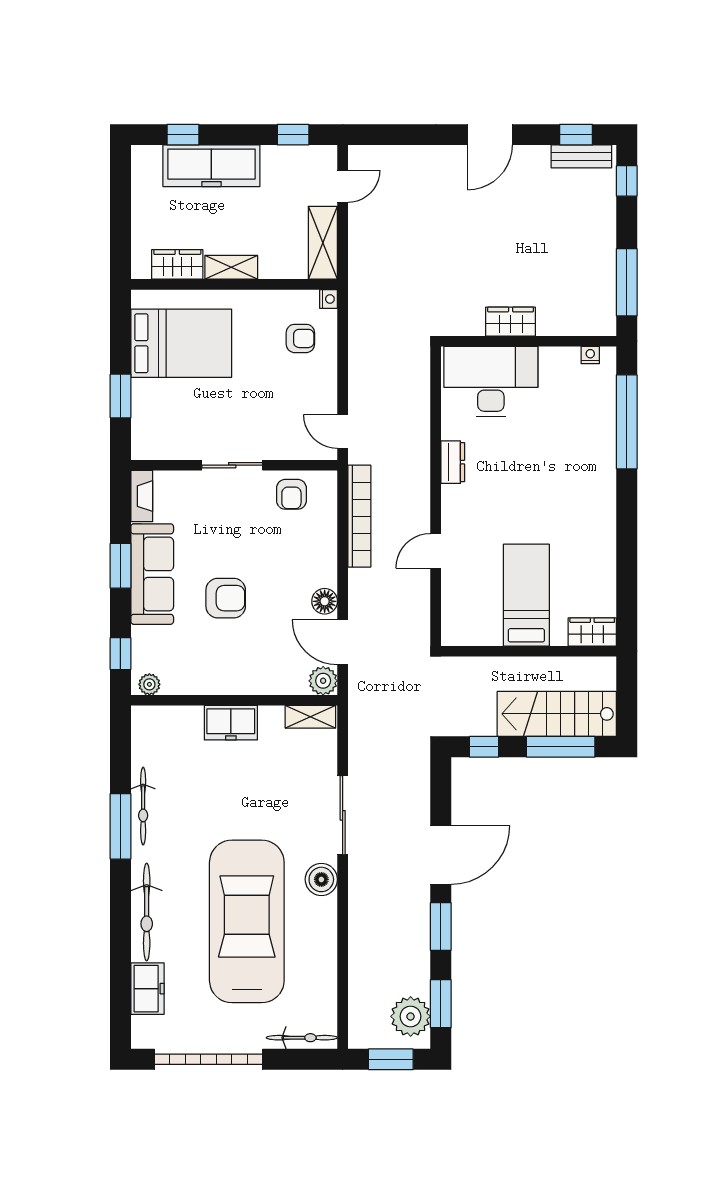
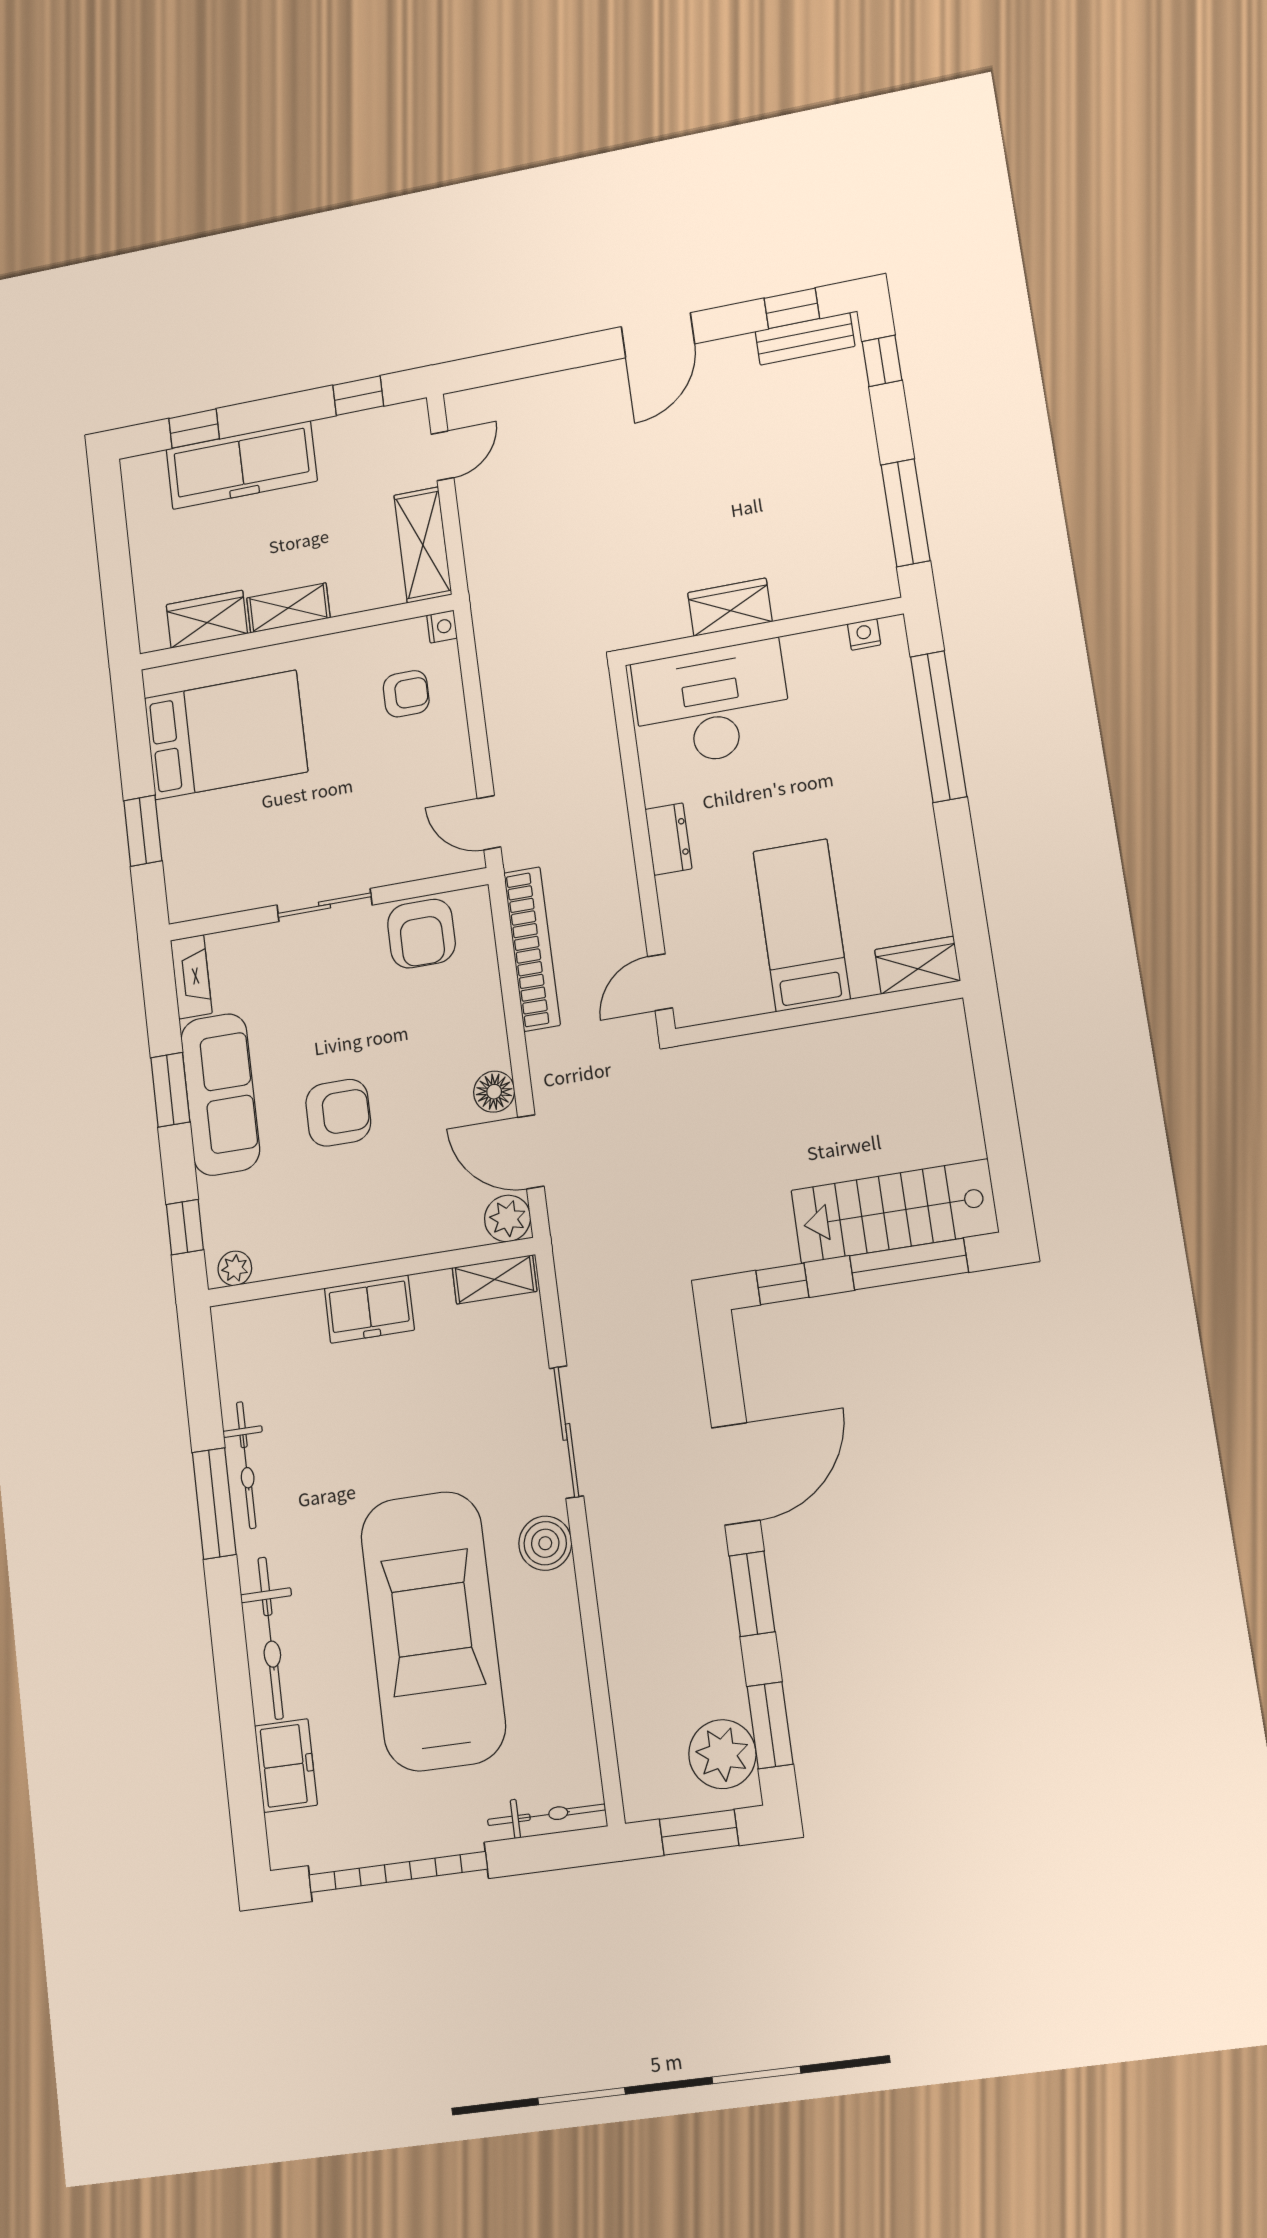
armchair: (291, 494) -> (421, 934), width x1.38, depth x1.38
bed: (526, 595) -> (802, 925), moved
wardrobe: (592, 632) -> (917, 965), moved
wall: (529, 651) -> (818, 1013), moved

